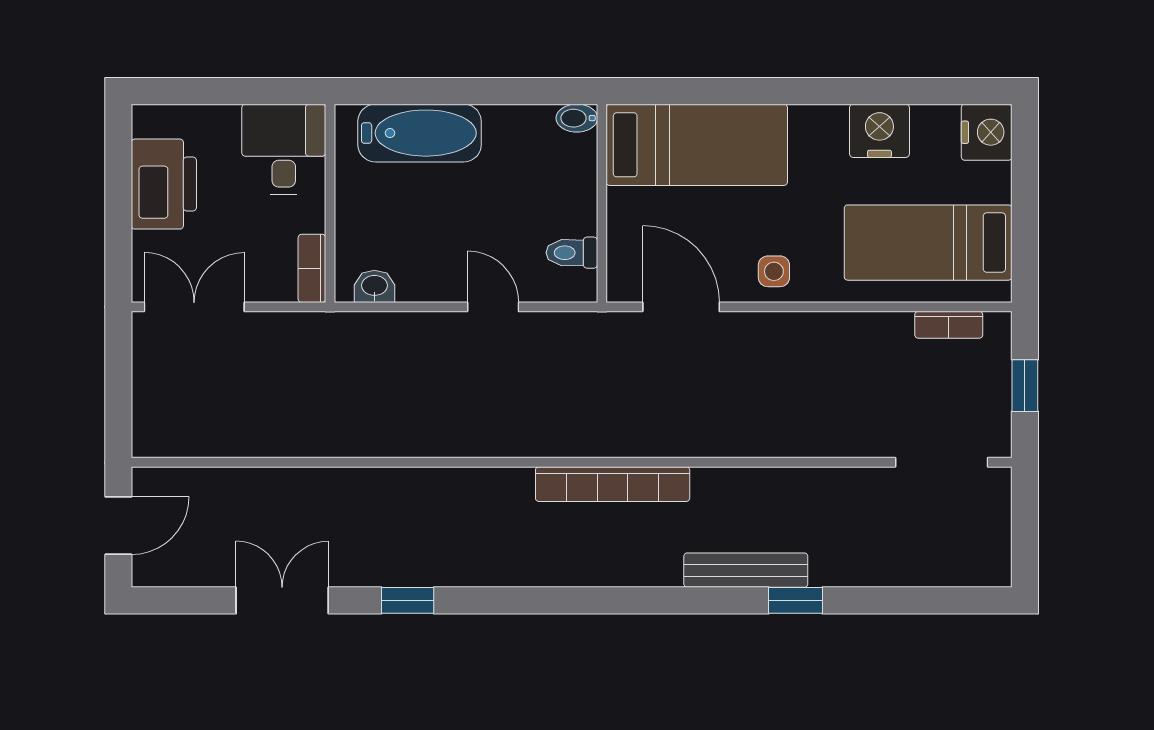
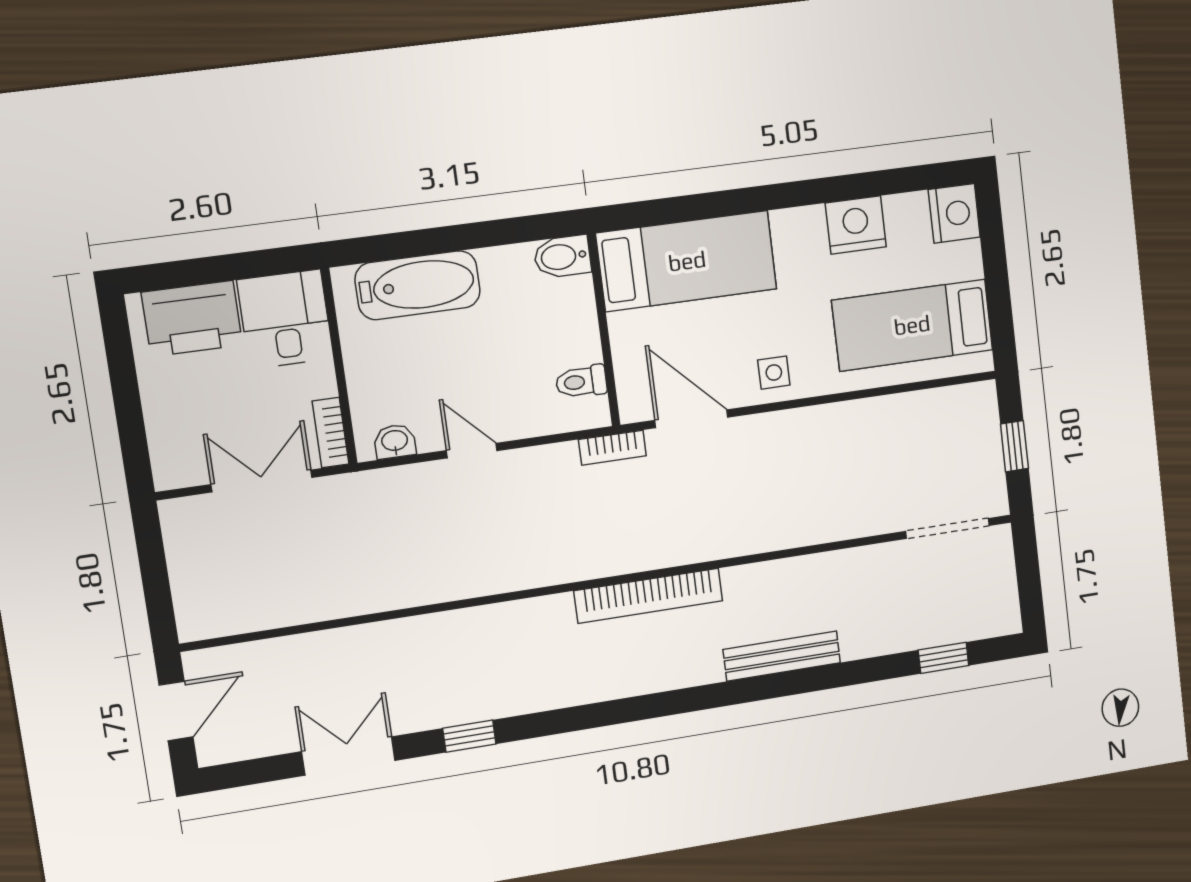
bidet: (577, 118) -> (562, 257), width x1.38, depth x1.36
printer: (164, 184) -> (192, 319), moved, turned 90
double door: (194, 307) -> (262, 481), moved
door: (493, 307) -> (472, 451), moved
bookcase: (949, 325) -> (612, 448), moved
window: (796, 600) -> (943, 658), moved

